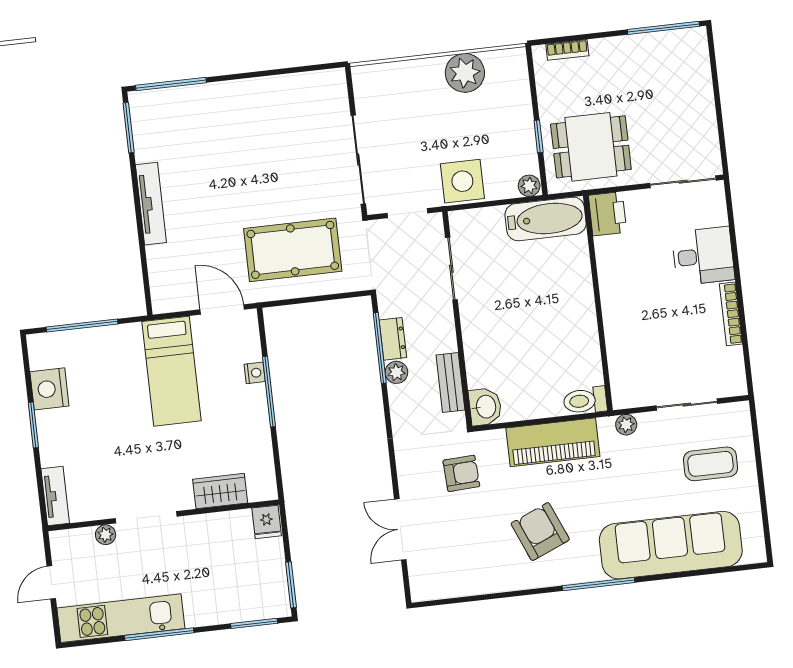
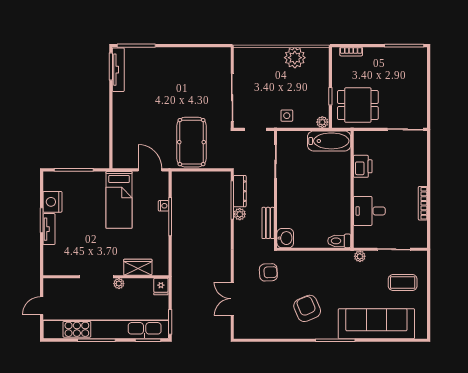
side table: (462, 181) -> (287, 116), width x0.54, depth x0.54
tv unit: (151, 204) -> (118, 70), moved
printer: (608, 214) -> (363, 166), moved
pool table: (293, 250) -> (192, 142), turned 90
desk: (703, 256) -> (369, 211), moved, turned 180
dresser: (393, 339) -> (240, 191), width x1.44
piano: (553, 442) -> (319, 261), removed
tv unit: (55, 496) -> (49, 229), moved
plant: (106, 535) -> (119, 284), moved
kitchen unit: (121, 618) -> (106, 329), width x1.86

